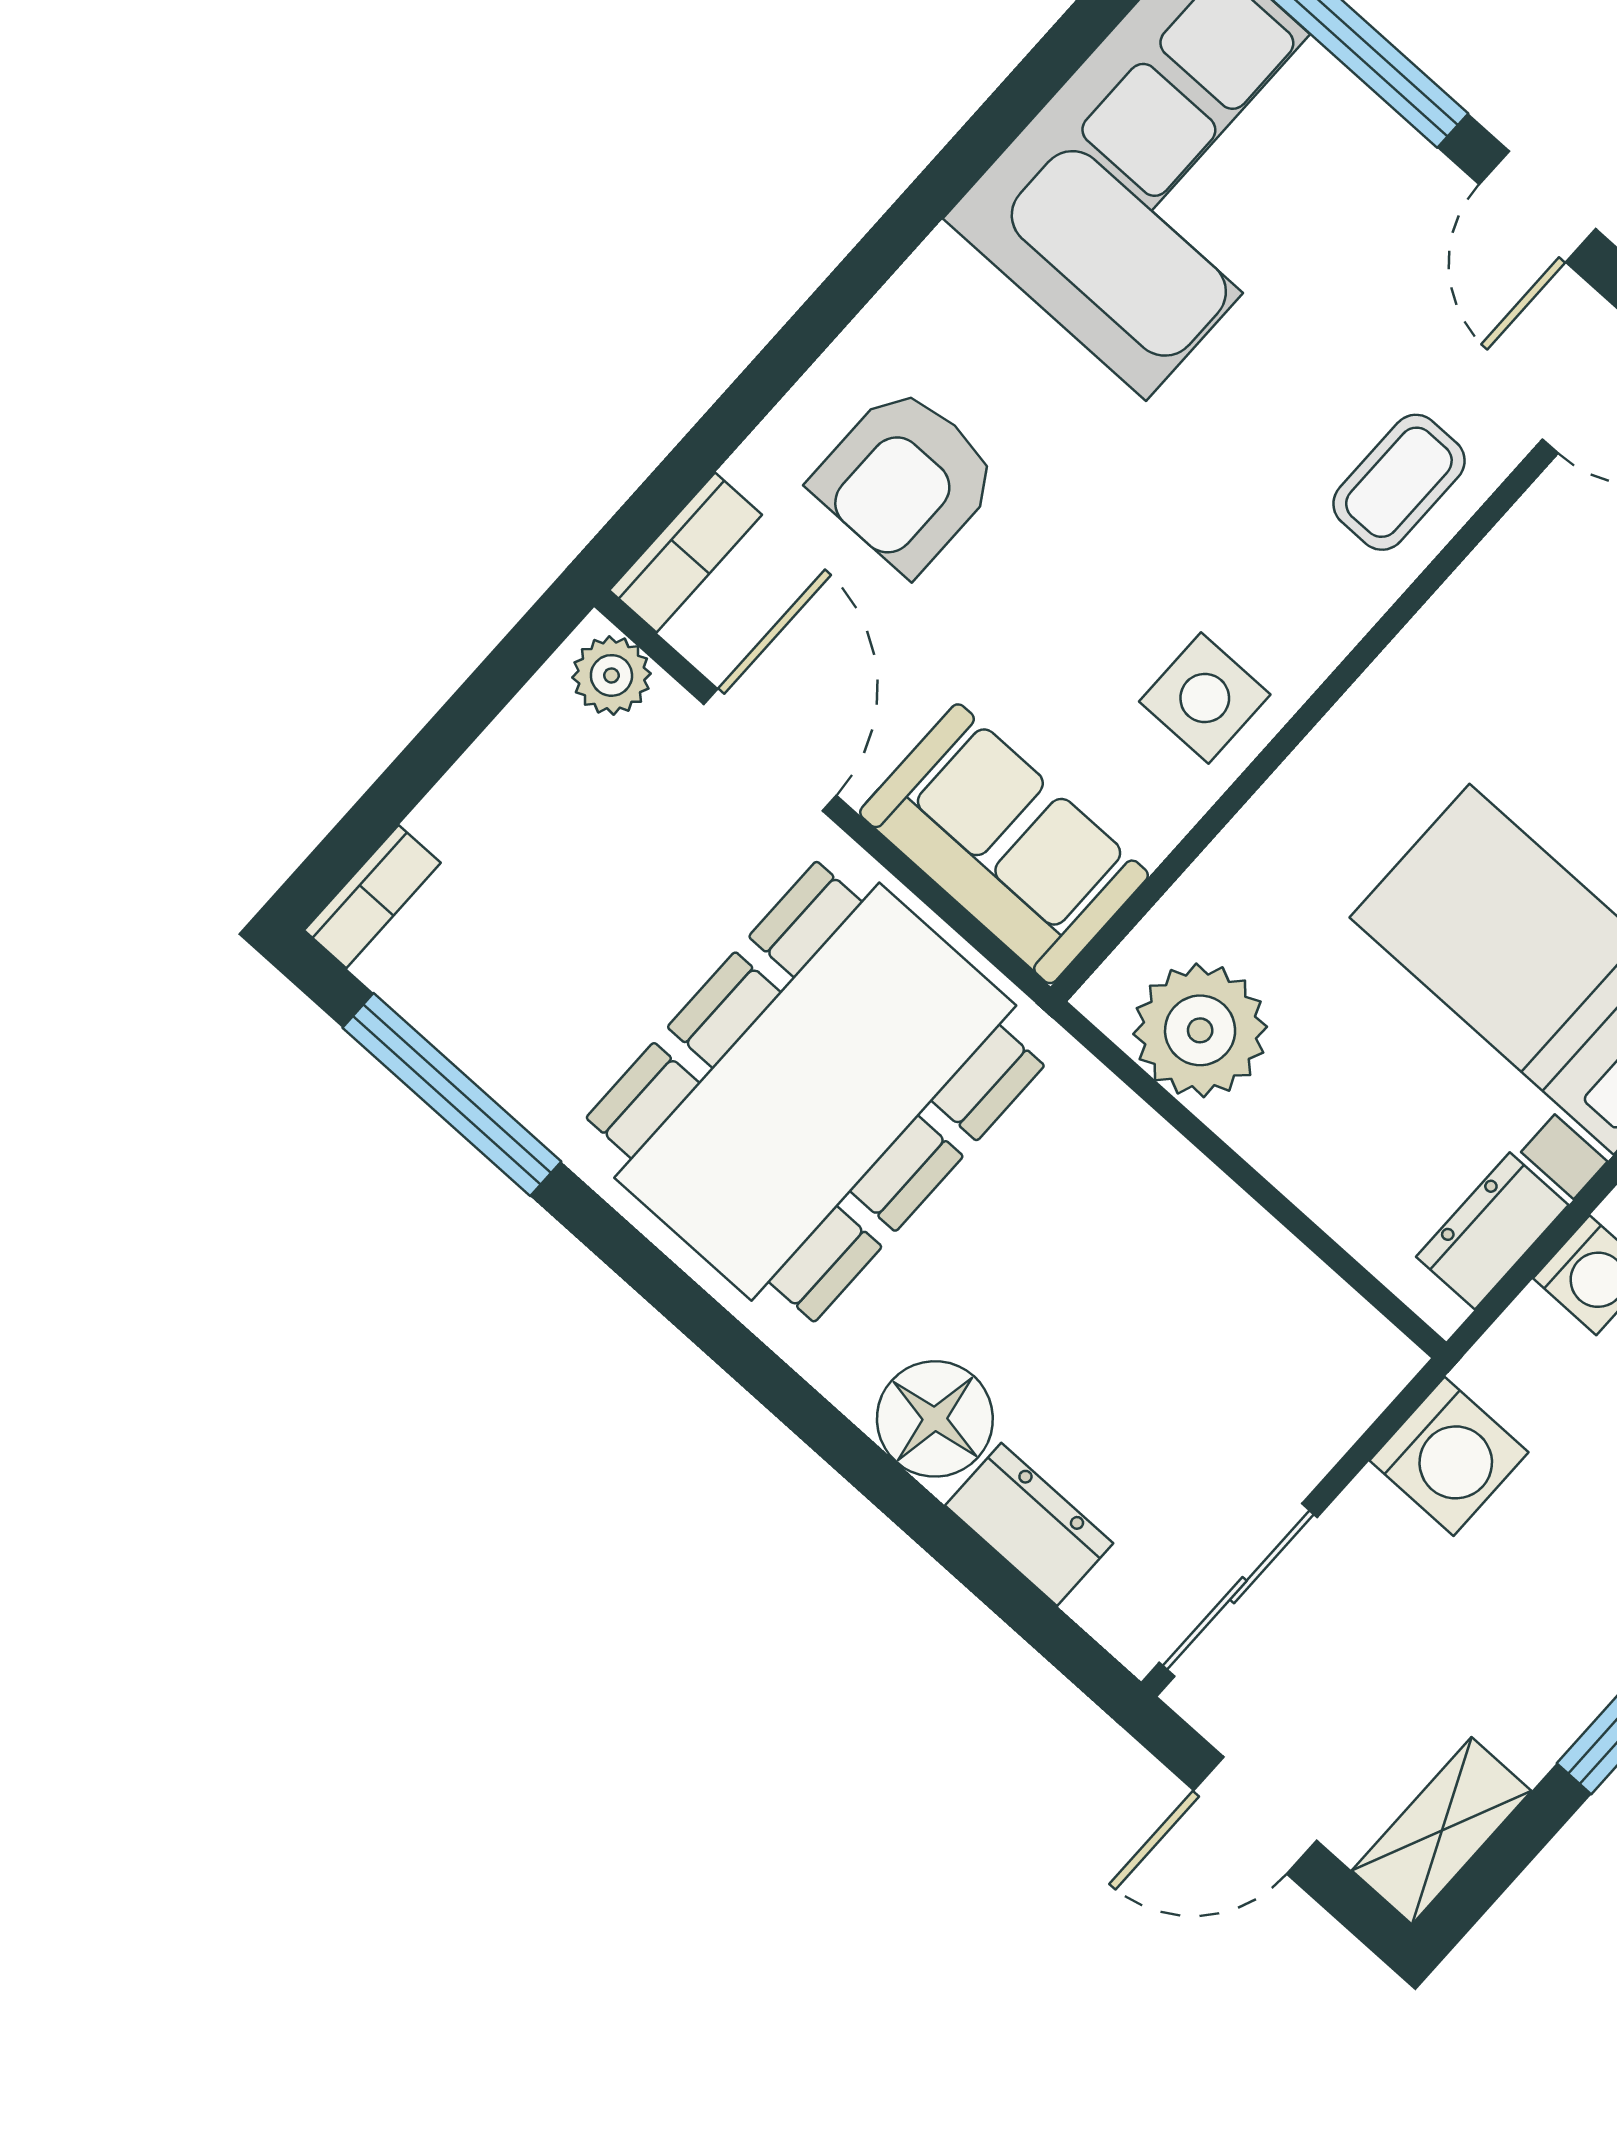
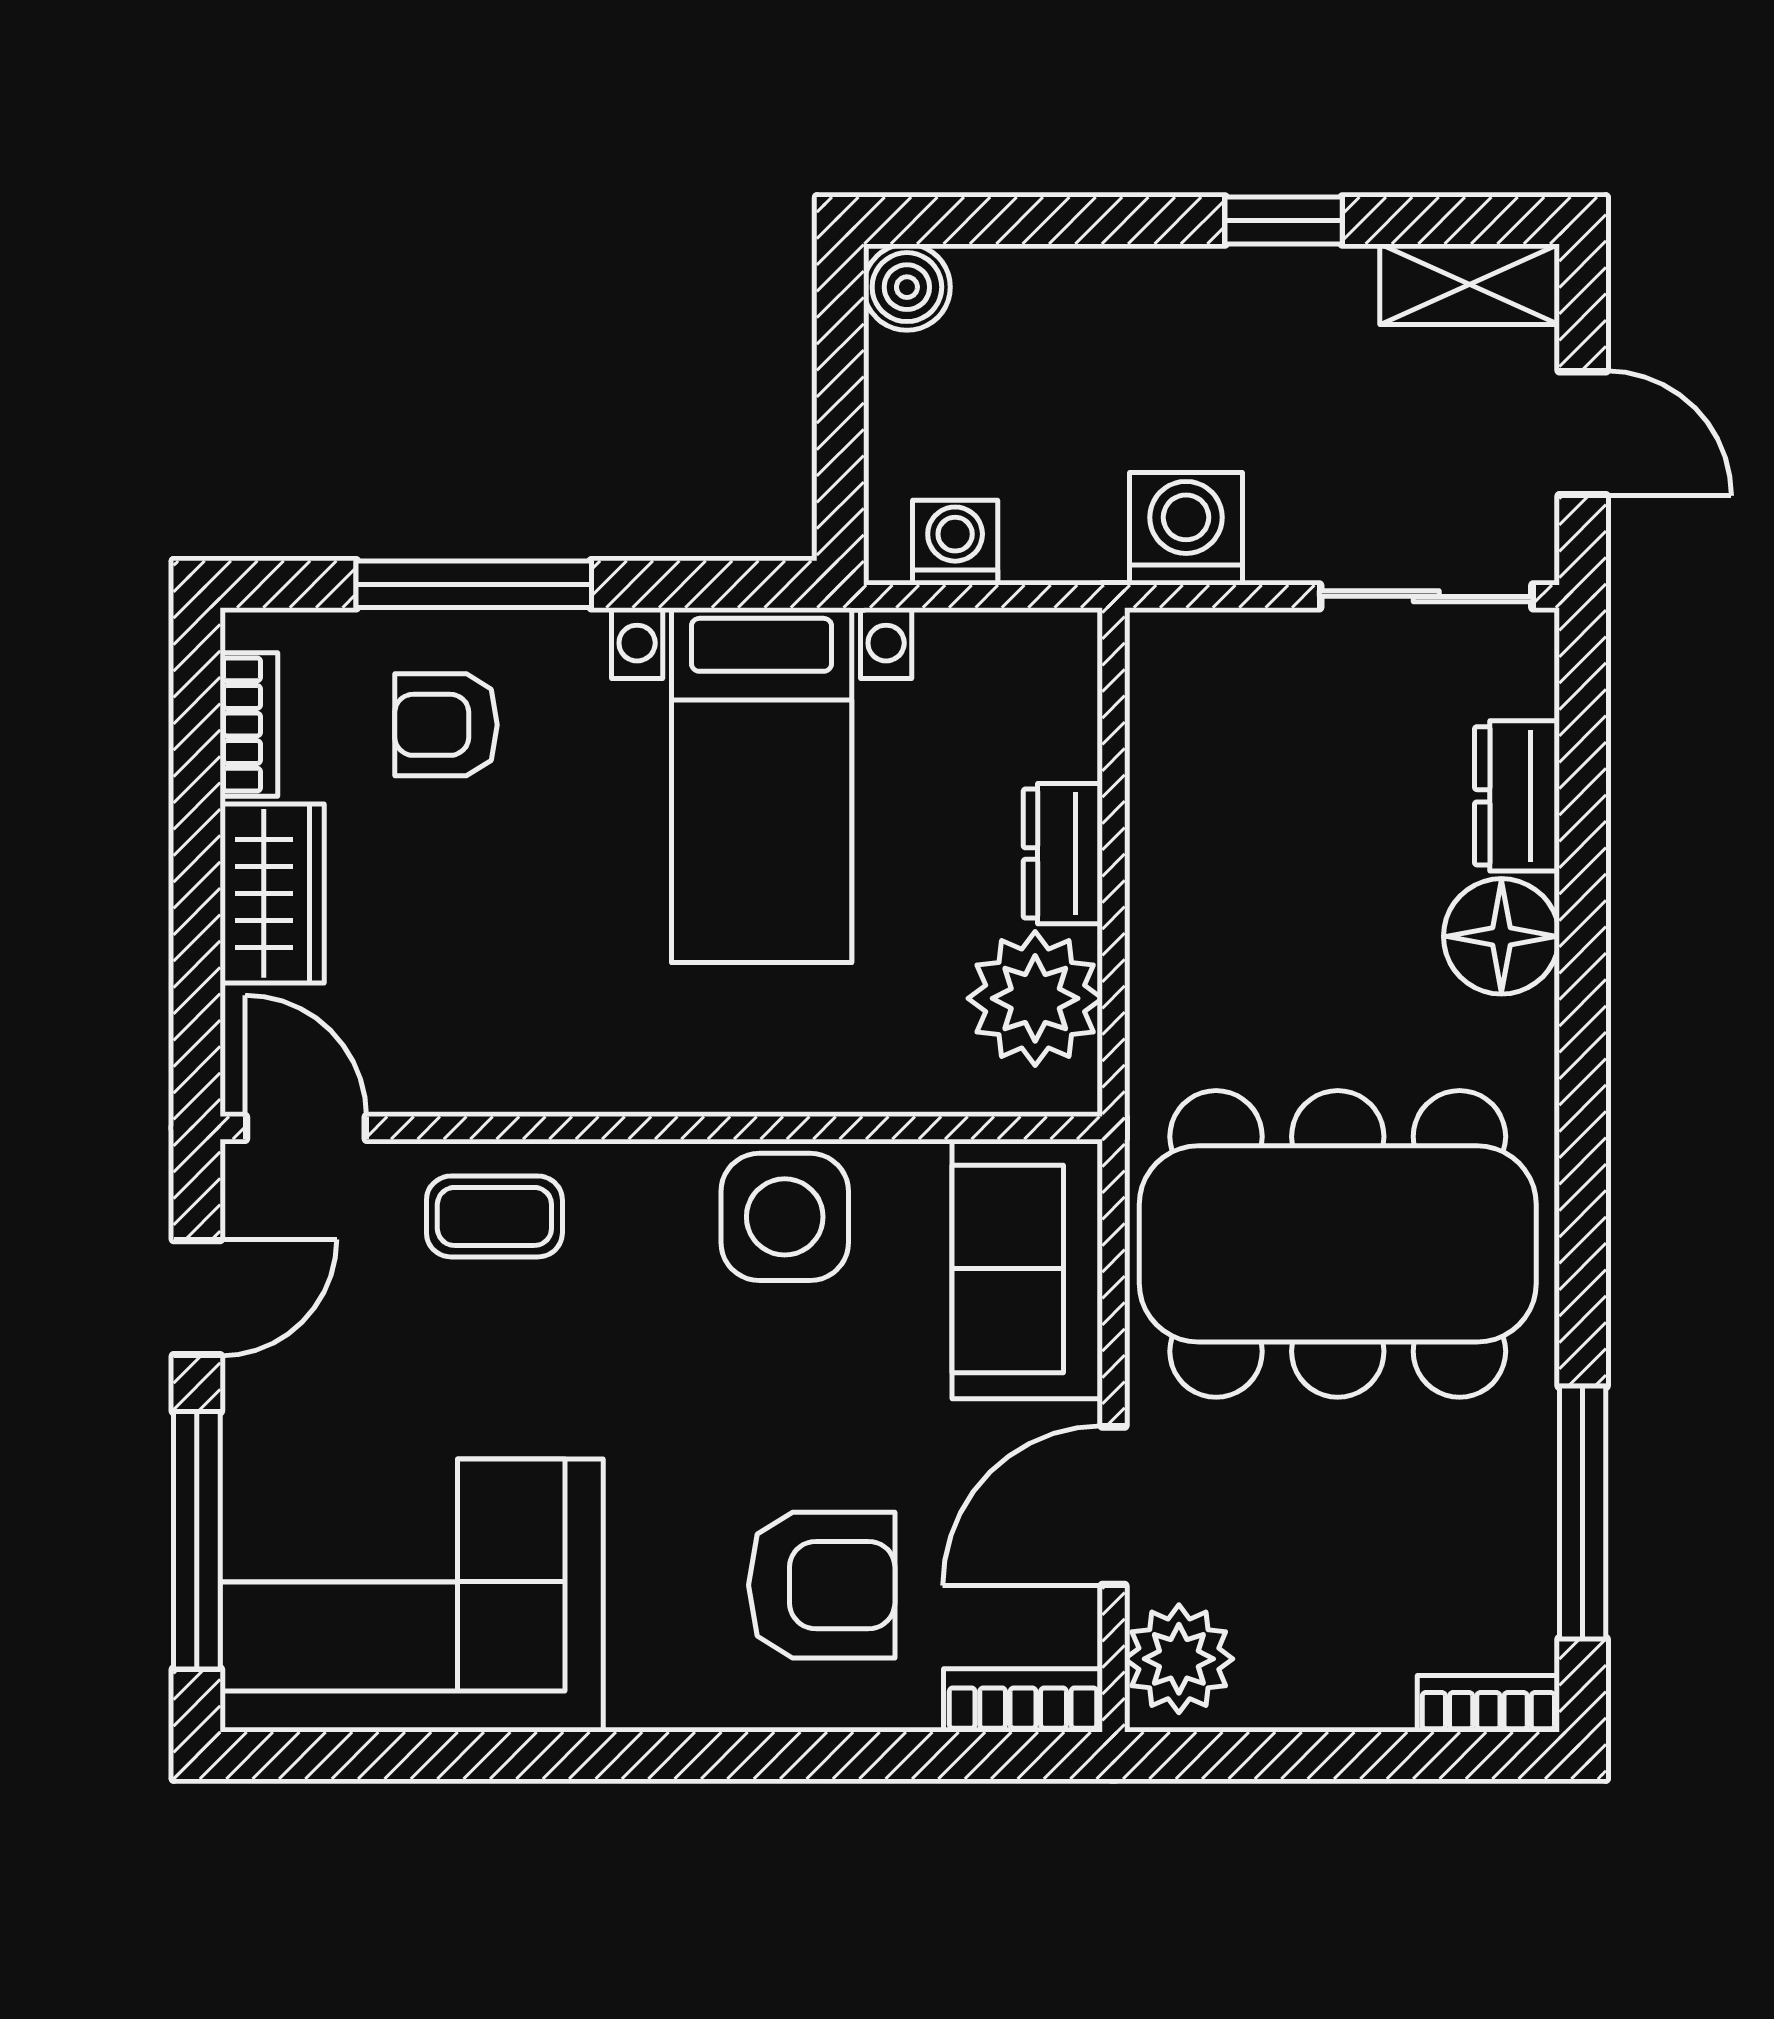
plant: (611, 675) -> (1179, 1659), width x1.38, depth x1.38
side table: (1205, 698) -> (785, 1217), width x1.37, depth x1.37
dresser: (1492, 1231) -> (1063, 854), moved, turned 90

